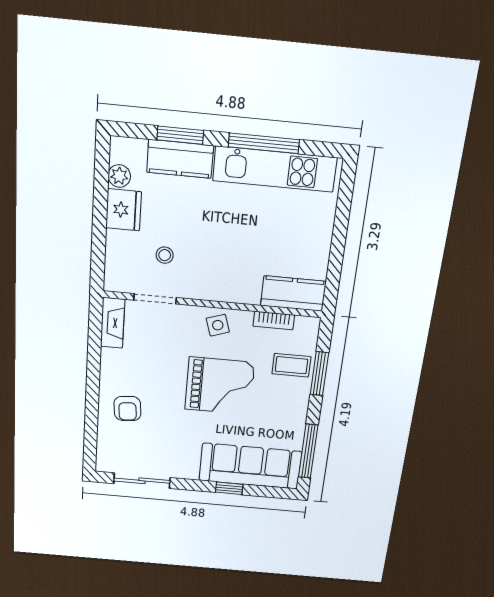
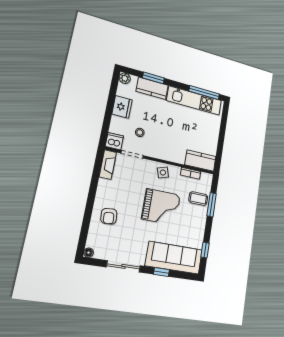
window: (264, 143) -> (204, 93), moved
plant: (119, 176) -> (125, 78), moved
dishwasher: (118, 279) -> (114, 141), added
window: (308, 451) -> (205, 250), width x0.46
floor lamp: (103, 465) -> (89, 253), added
sliding door: (142, 481) -> (123, 266), moved

